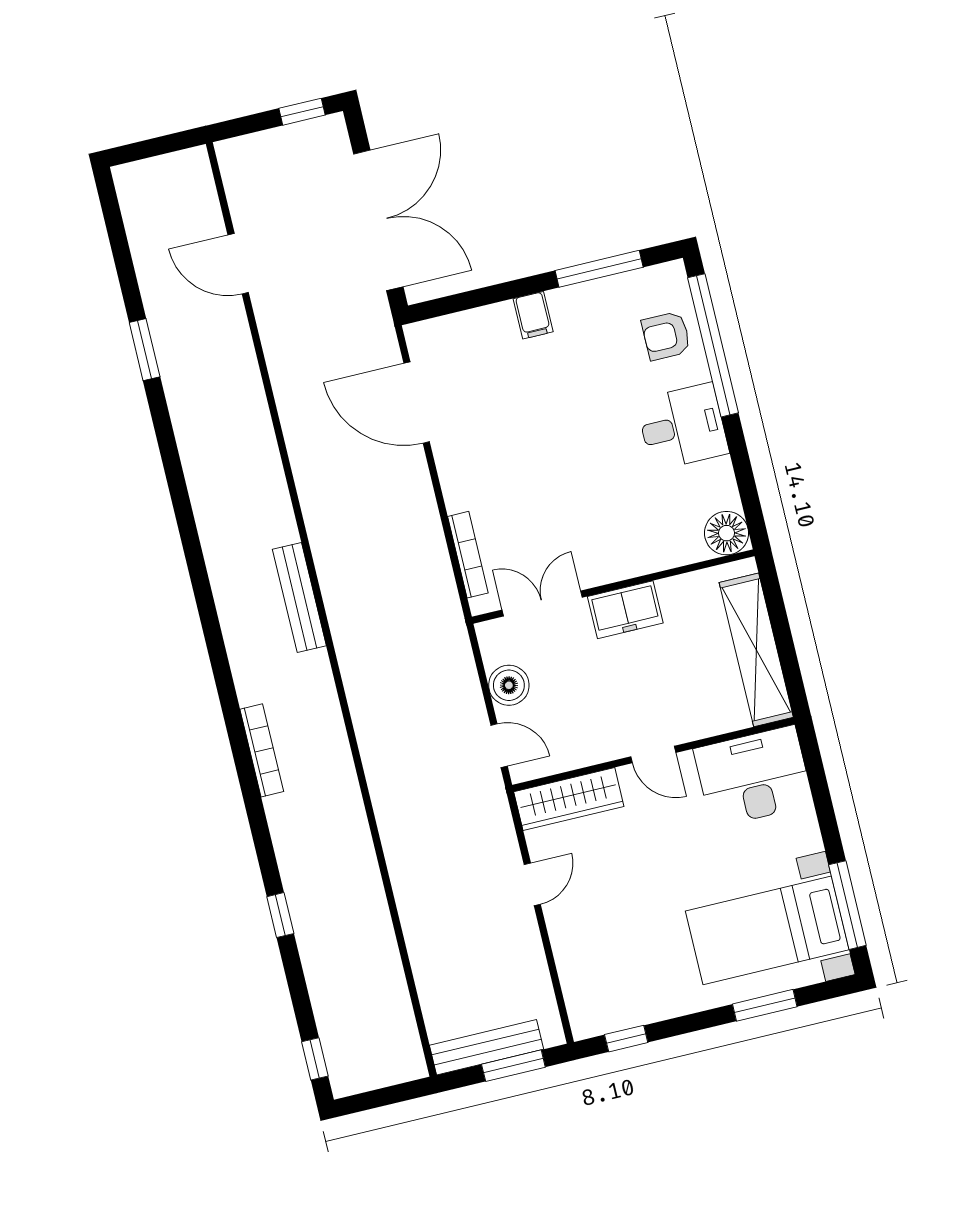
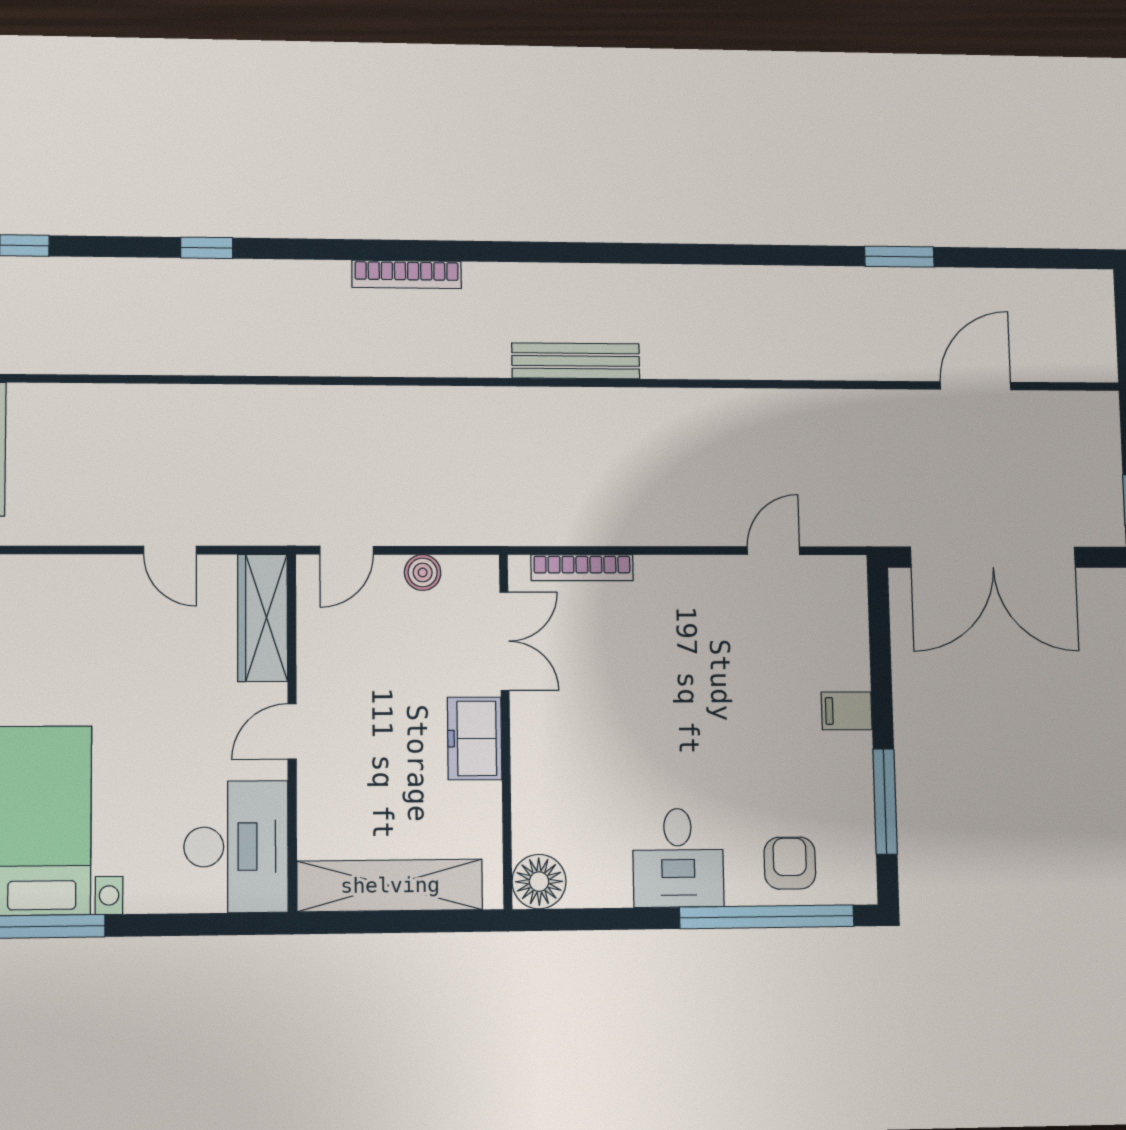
door: (417, 403) -> (773, 551), width x0.53
boiler: (509, 685) -> (423, 572), width x0.73, depth x0.73

